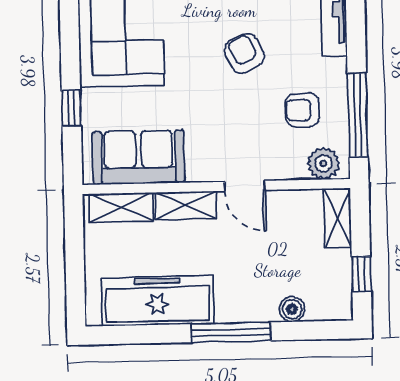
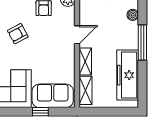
sofa: (139, 157) -> (53, 96), moved, turned 90

